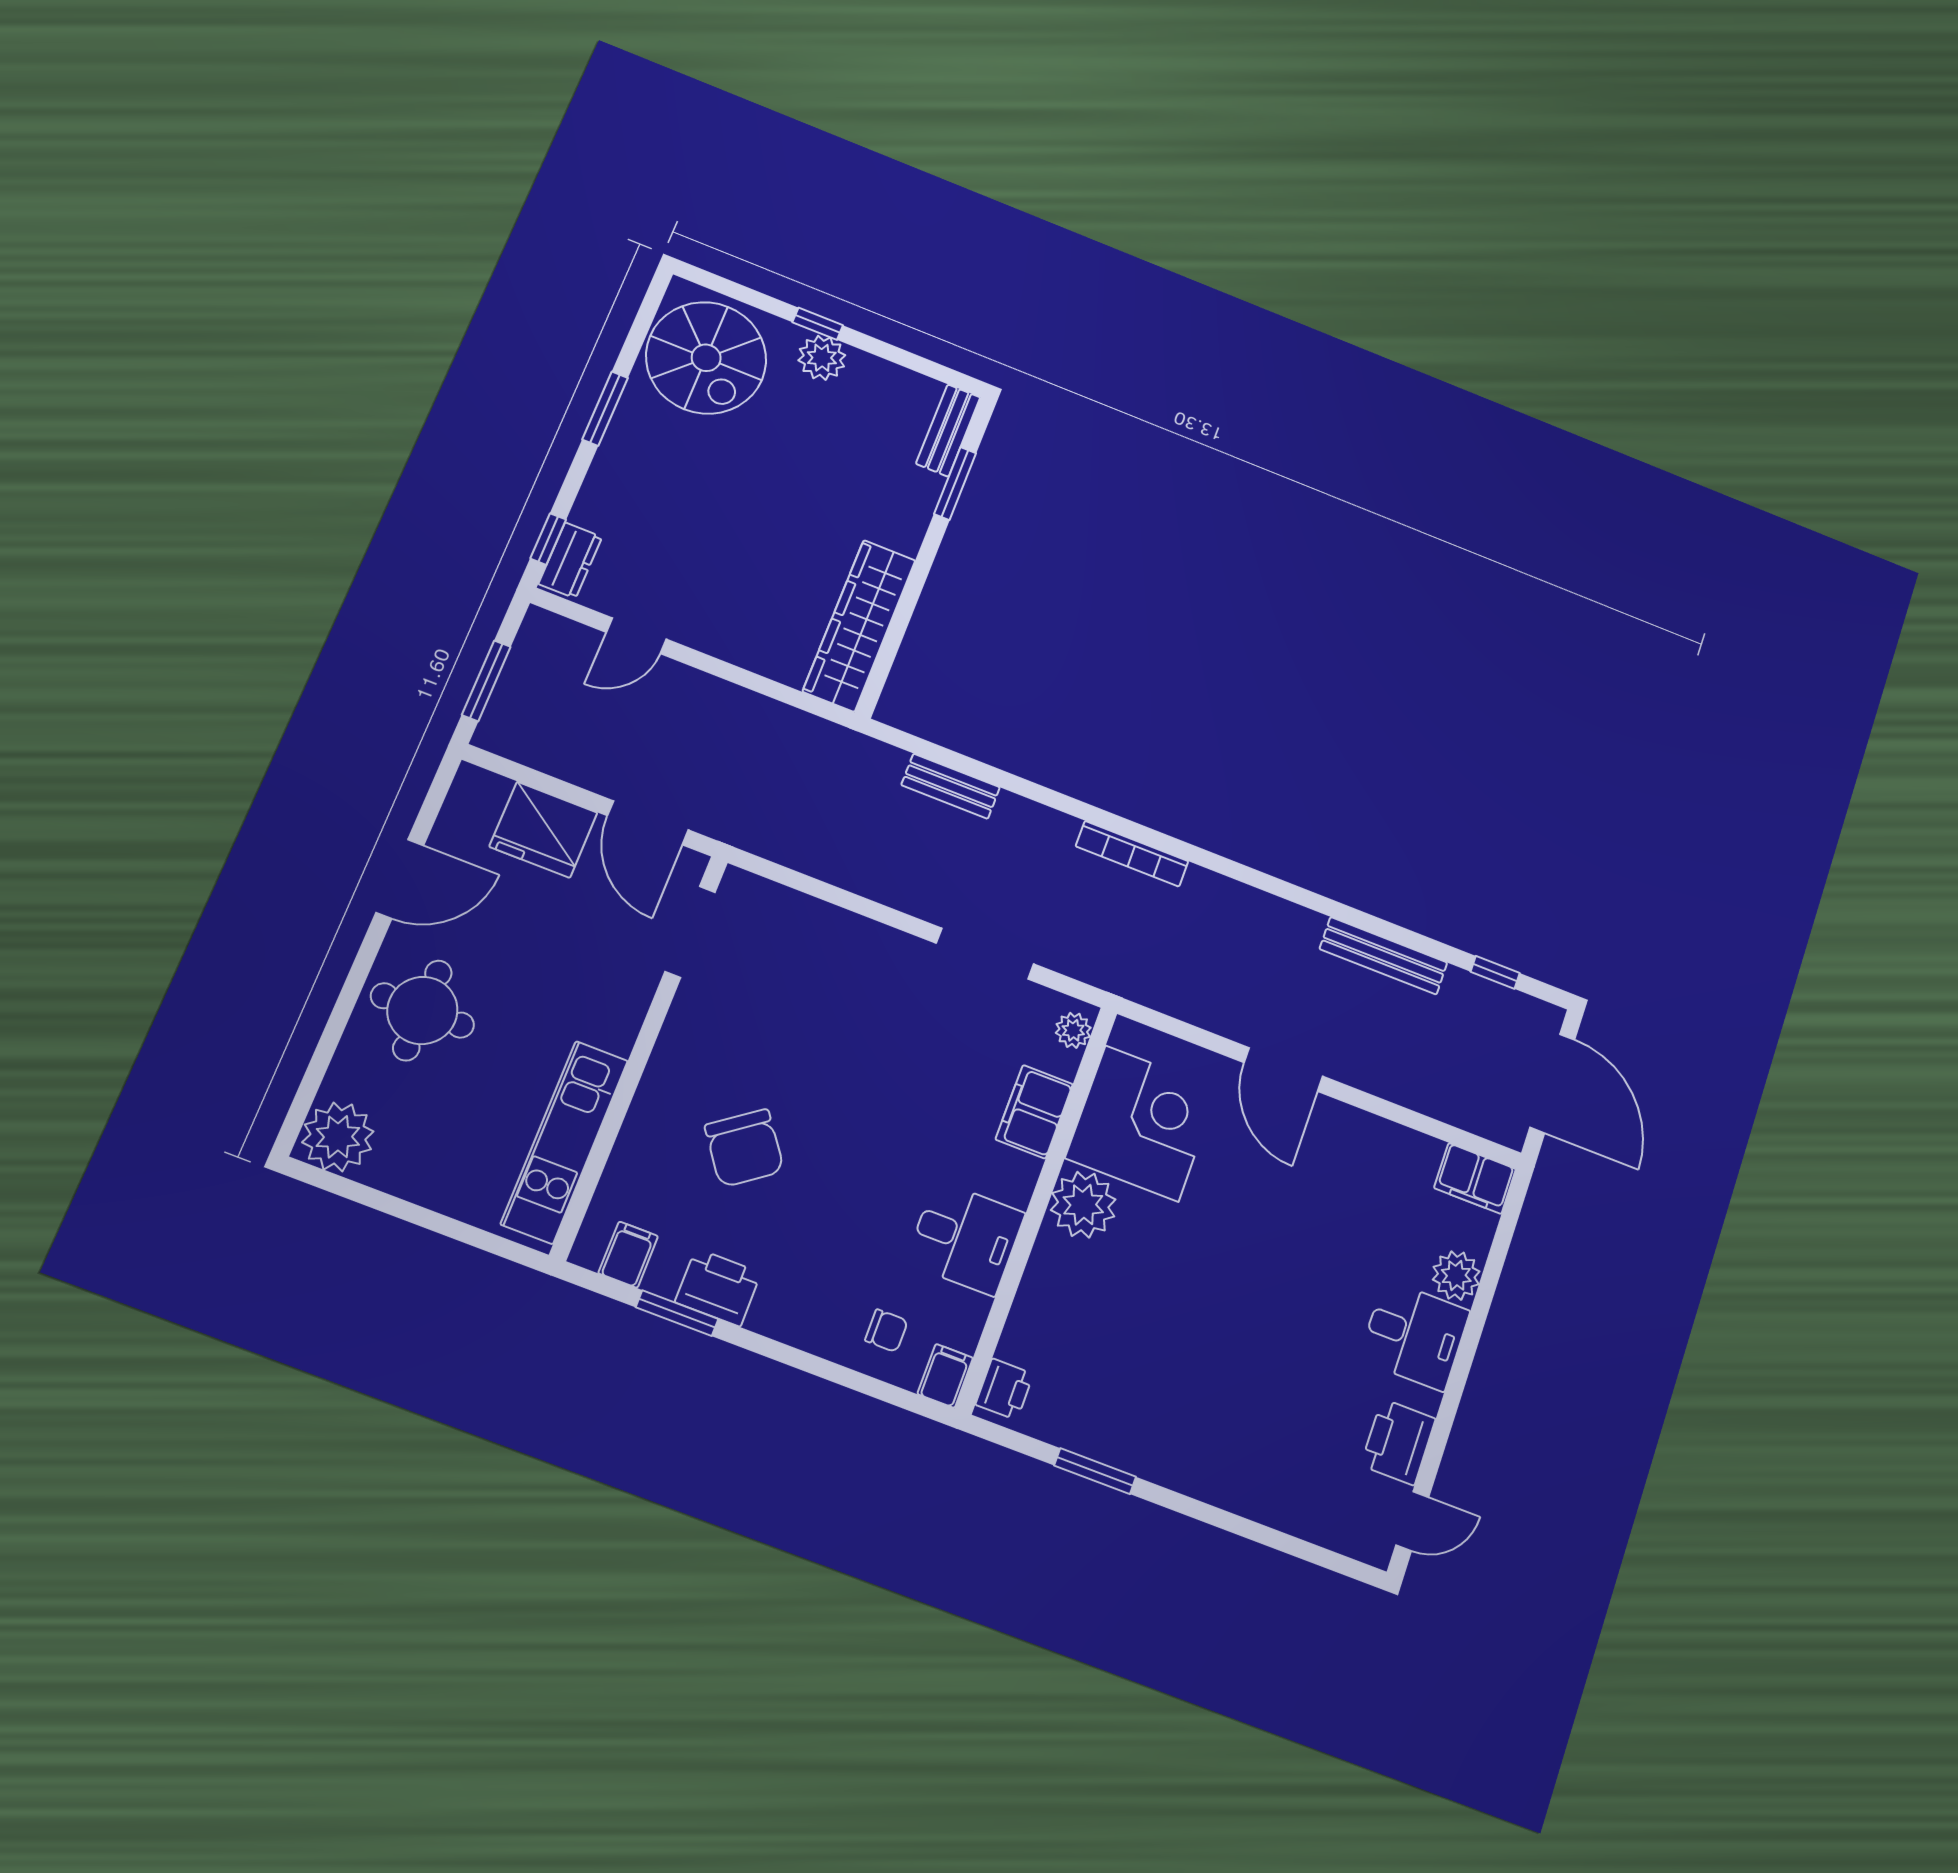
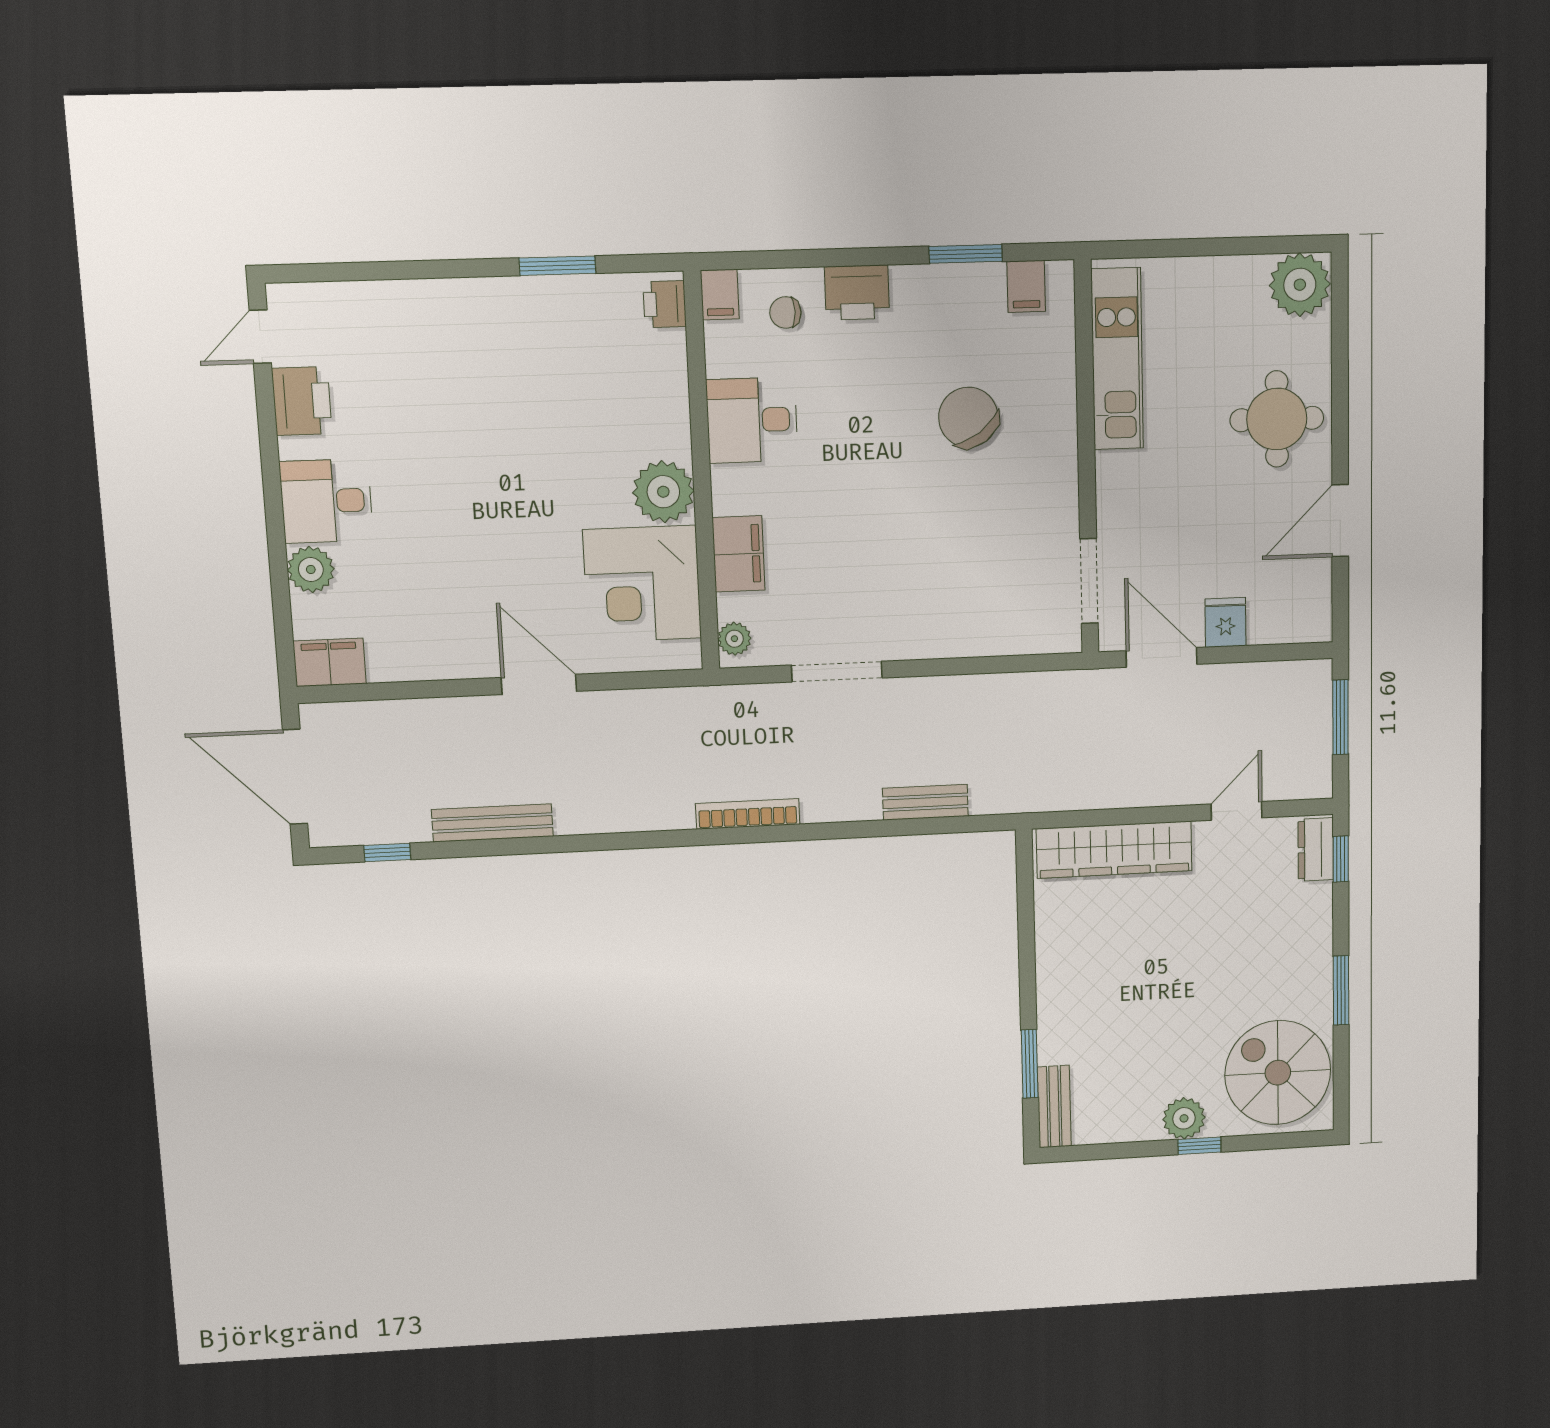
wardrobe: (859, 626) -> (1114, 850), moved, turned 90
fridge: (543, 830) -> (1226, 622), width x0.53, depth x0.75
printer: (718, 1287) -> (857, 293), moved

